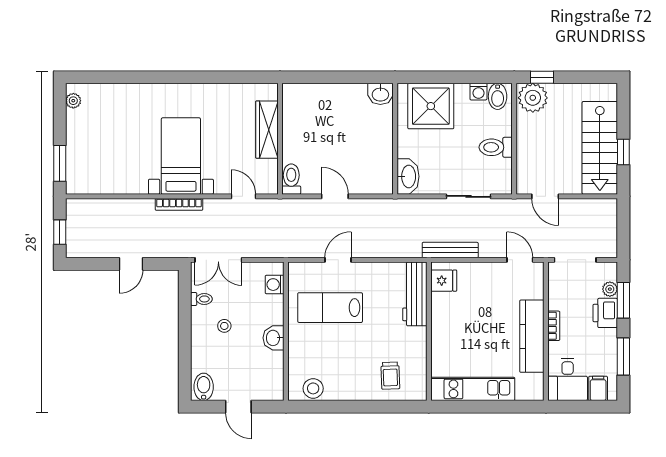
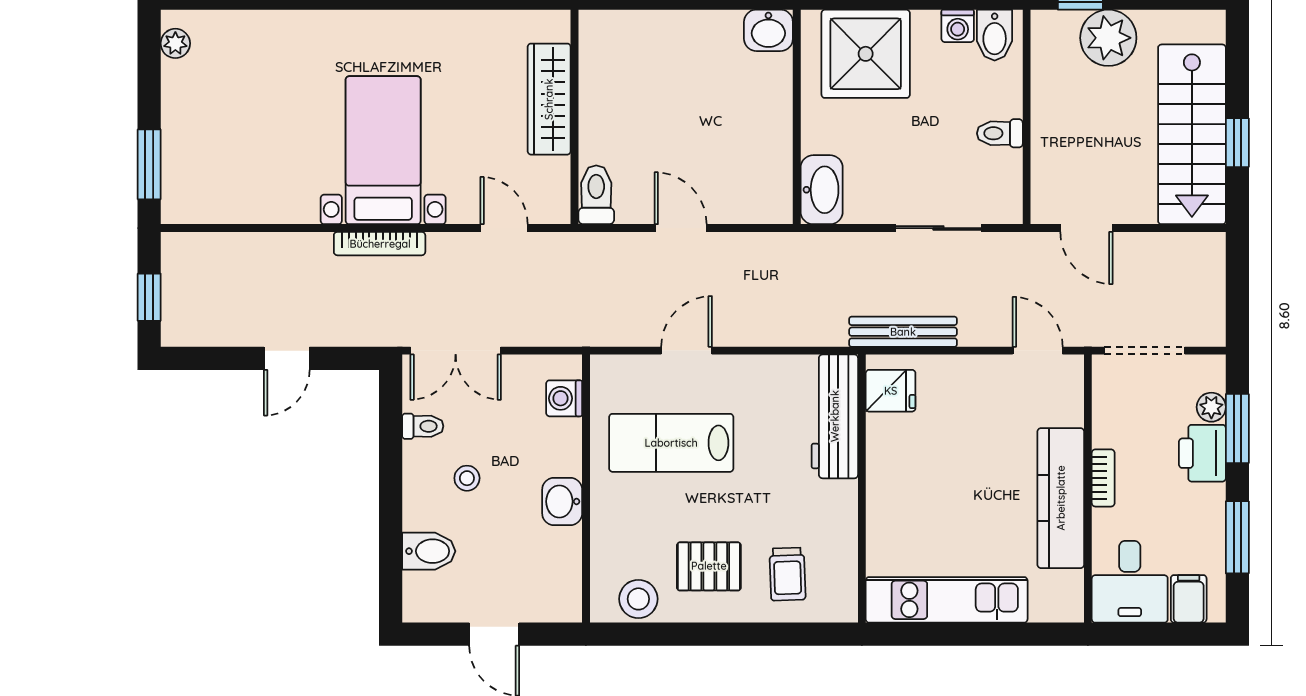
plant: (533, 98) -> (1108, 38), moved
toilet: (496, 147) -> (1000, 133), width x0.73, depth x0.72
pallet: (350, 372) -> (709, 566), added
bidet: (204, 387) -> (429, 551), moved, turned 90

